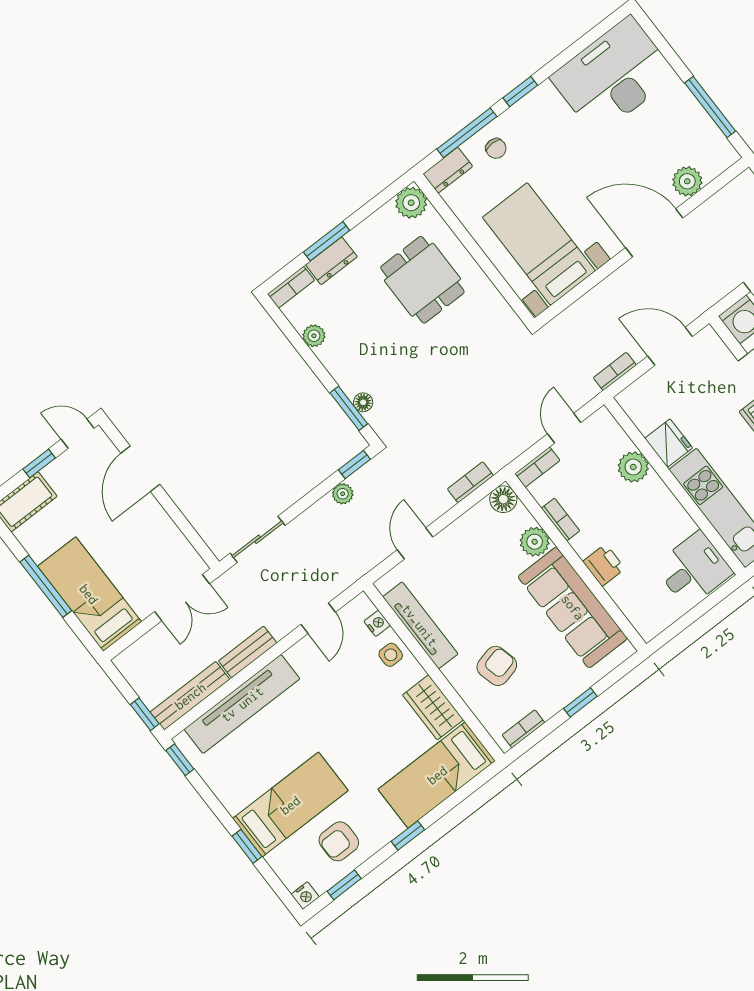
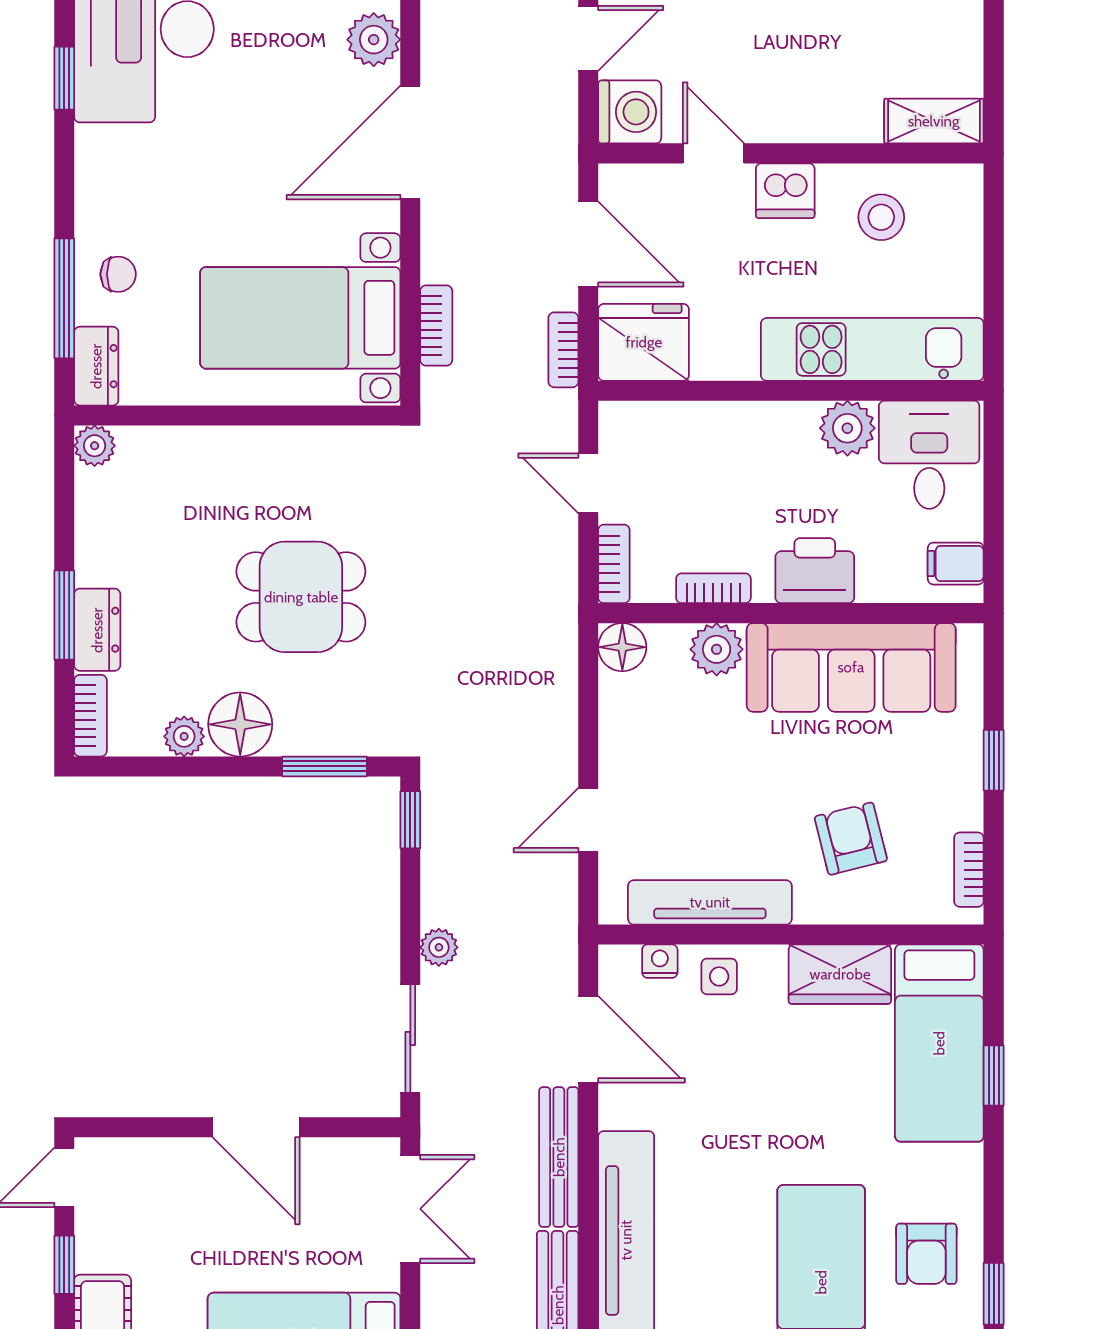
window: (520, 92) -> (64, 78), moved
plant: (411, 203) -> (95, 446), width x0.73, depth x0.73
dining table: (422, 280) -> (301, 597), moved
door: (670, 346) -> (588, 244), swing flipped
floor lamp: (363, 402) -> (240, 724), moved, width x1.89, depth x1.89
fridge: (669, 443) -> (644, 342), moved, width x1.36, depth x1.34
plant: (633, 467) -> (847, 428), moved
door: (140, 469) -> (256, 1127), moved
bookcase: (470, 482) -> (436, 325), moved, turned 180
plant: (343, 494) -> (439, 947), moved
door: (415, 543) -> (588, 820), hinge flipped
printer: (604, 565) -> (815, 571), width x1.36, depth x1.24
door: (318, 618) -> (588, 1039), width x1.38
filing cabinet: (654, 618) -> (956, 564), added
bench: (248, 652) -> (559, 1157), width x1.36
window: (408, 836) -> (994, 1075), moved

